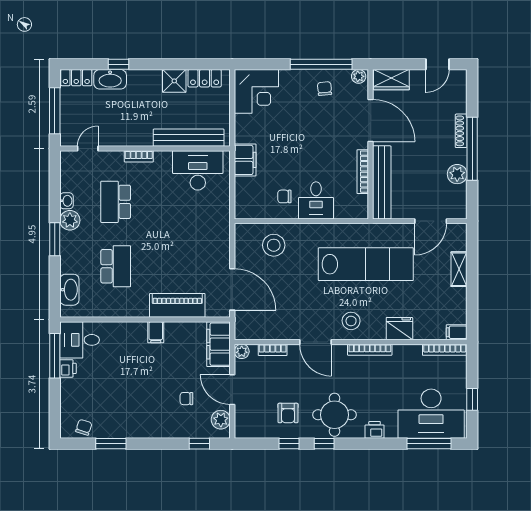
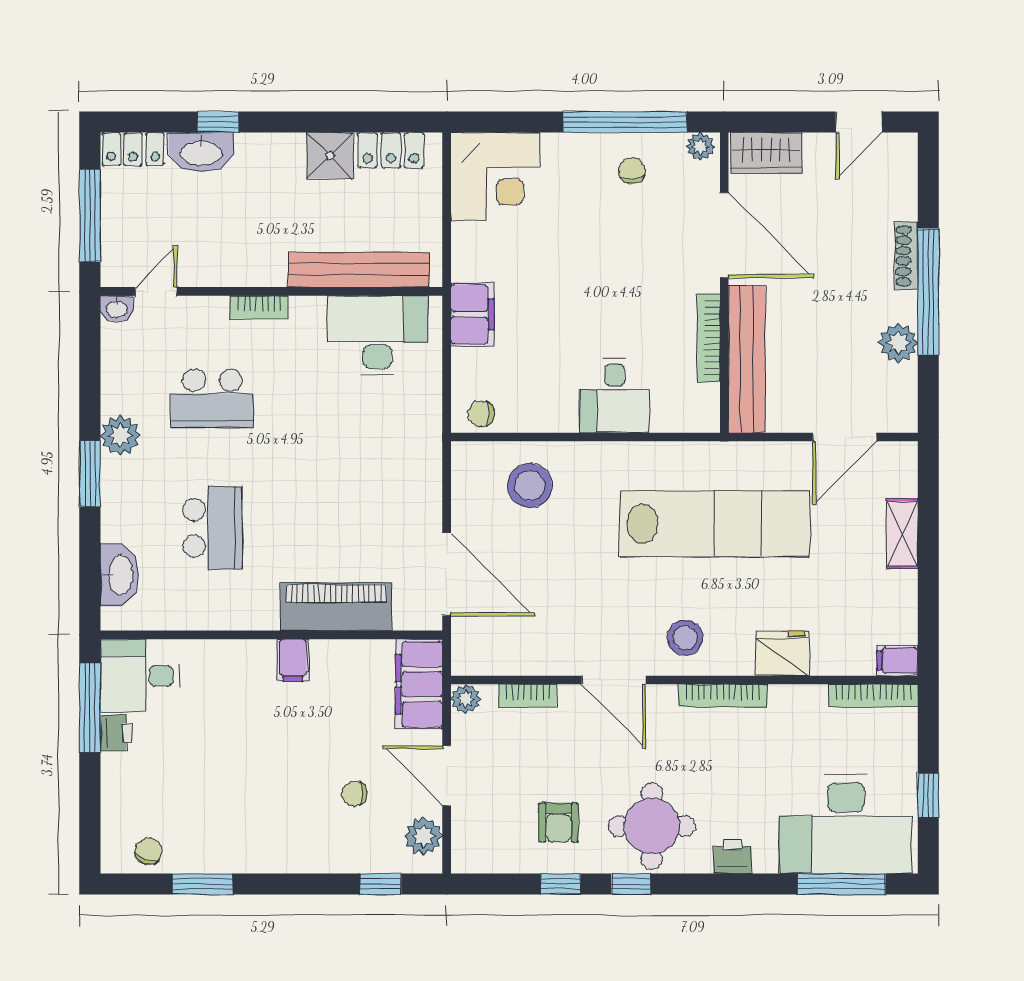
chair: (284, 196) -> (481, 414), moved
washbasin: (66, 201) -> (117, 309), moved, turned 90
school desk: (116, 202) -> (212, 398), turned -90

